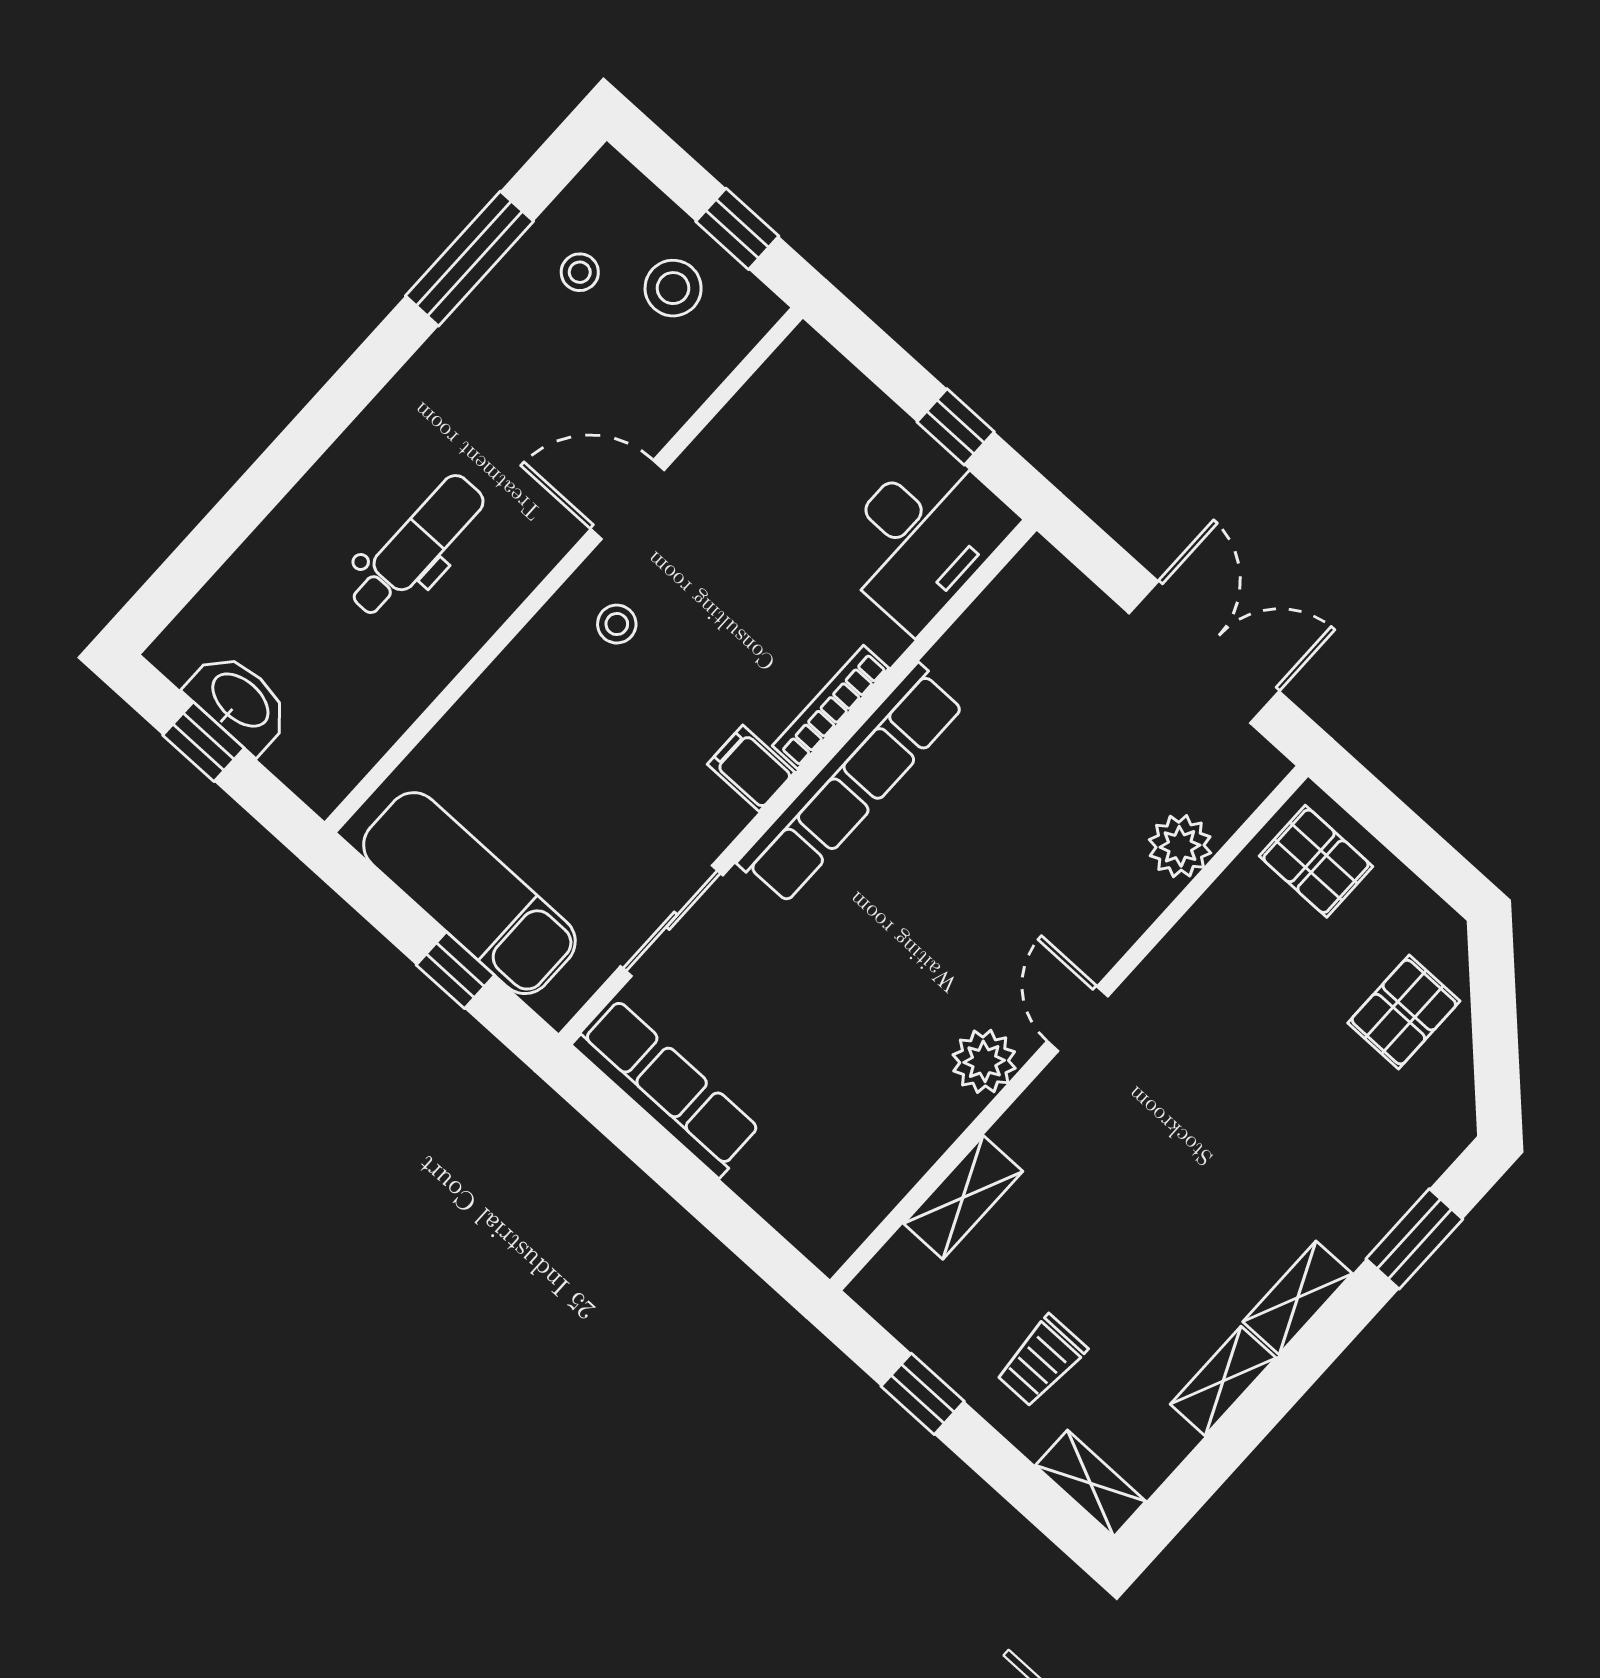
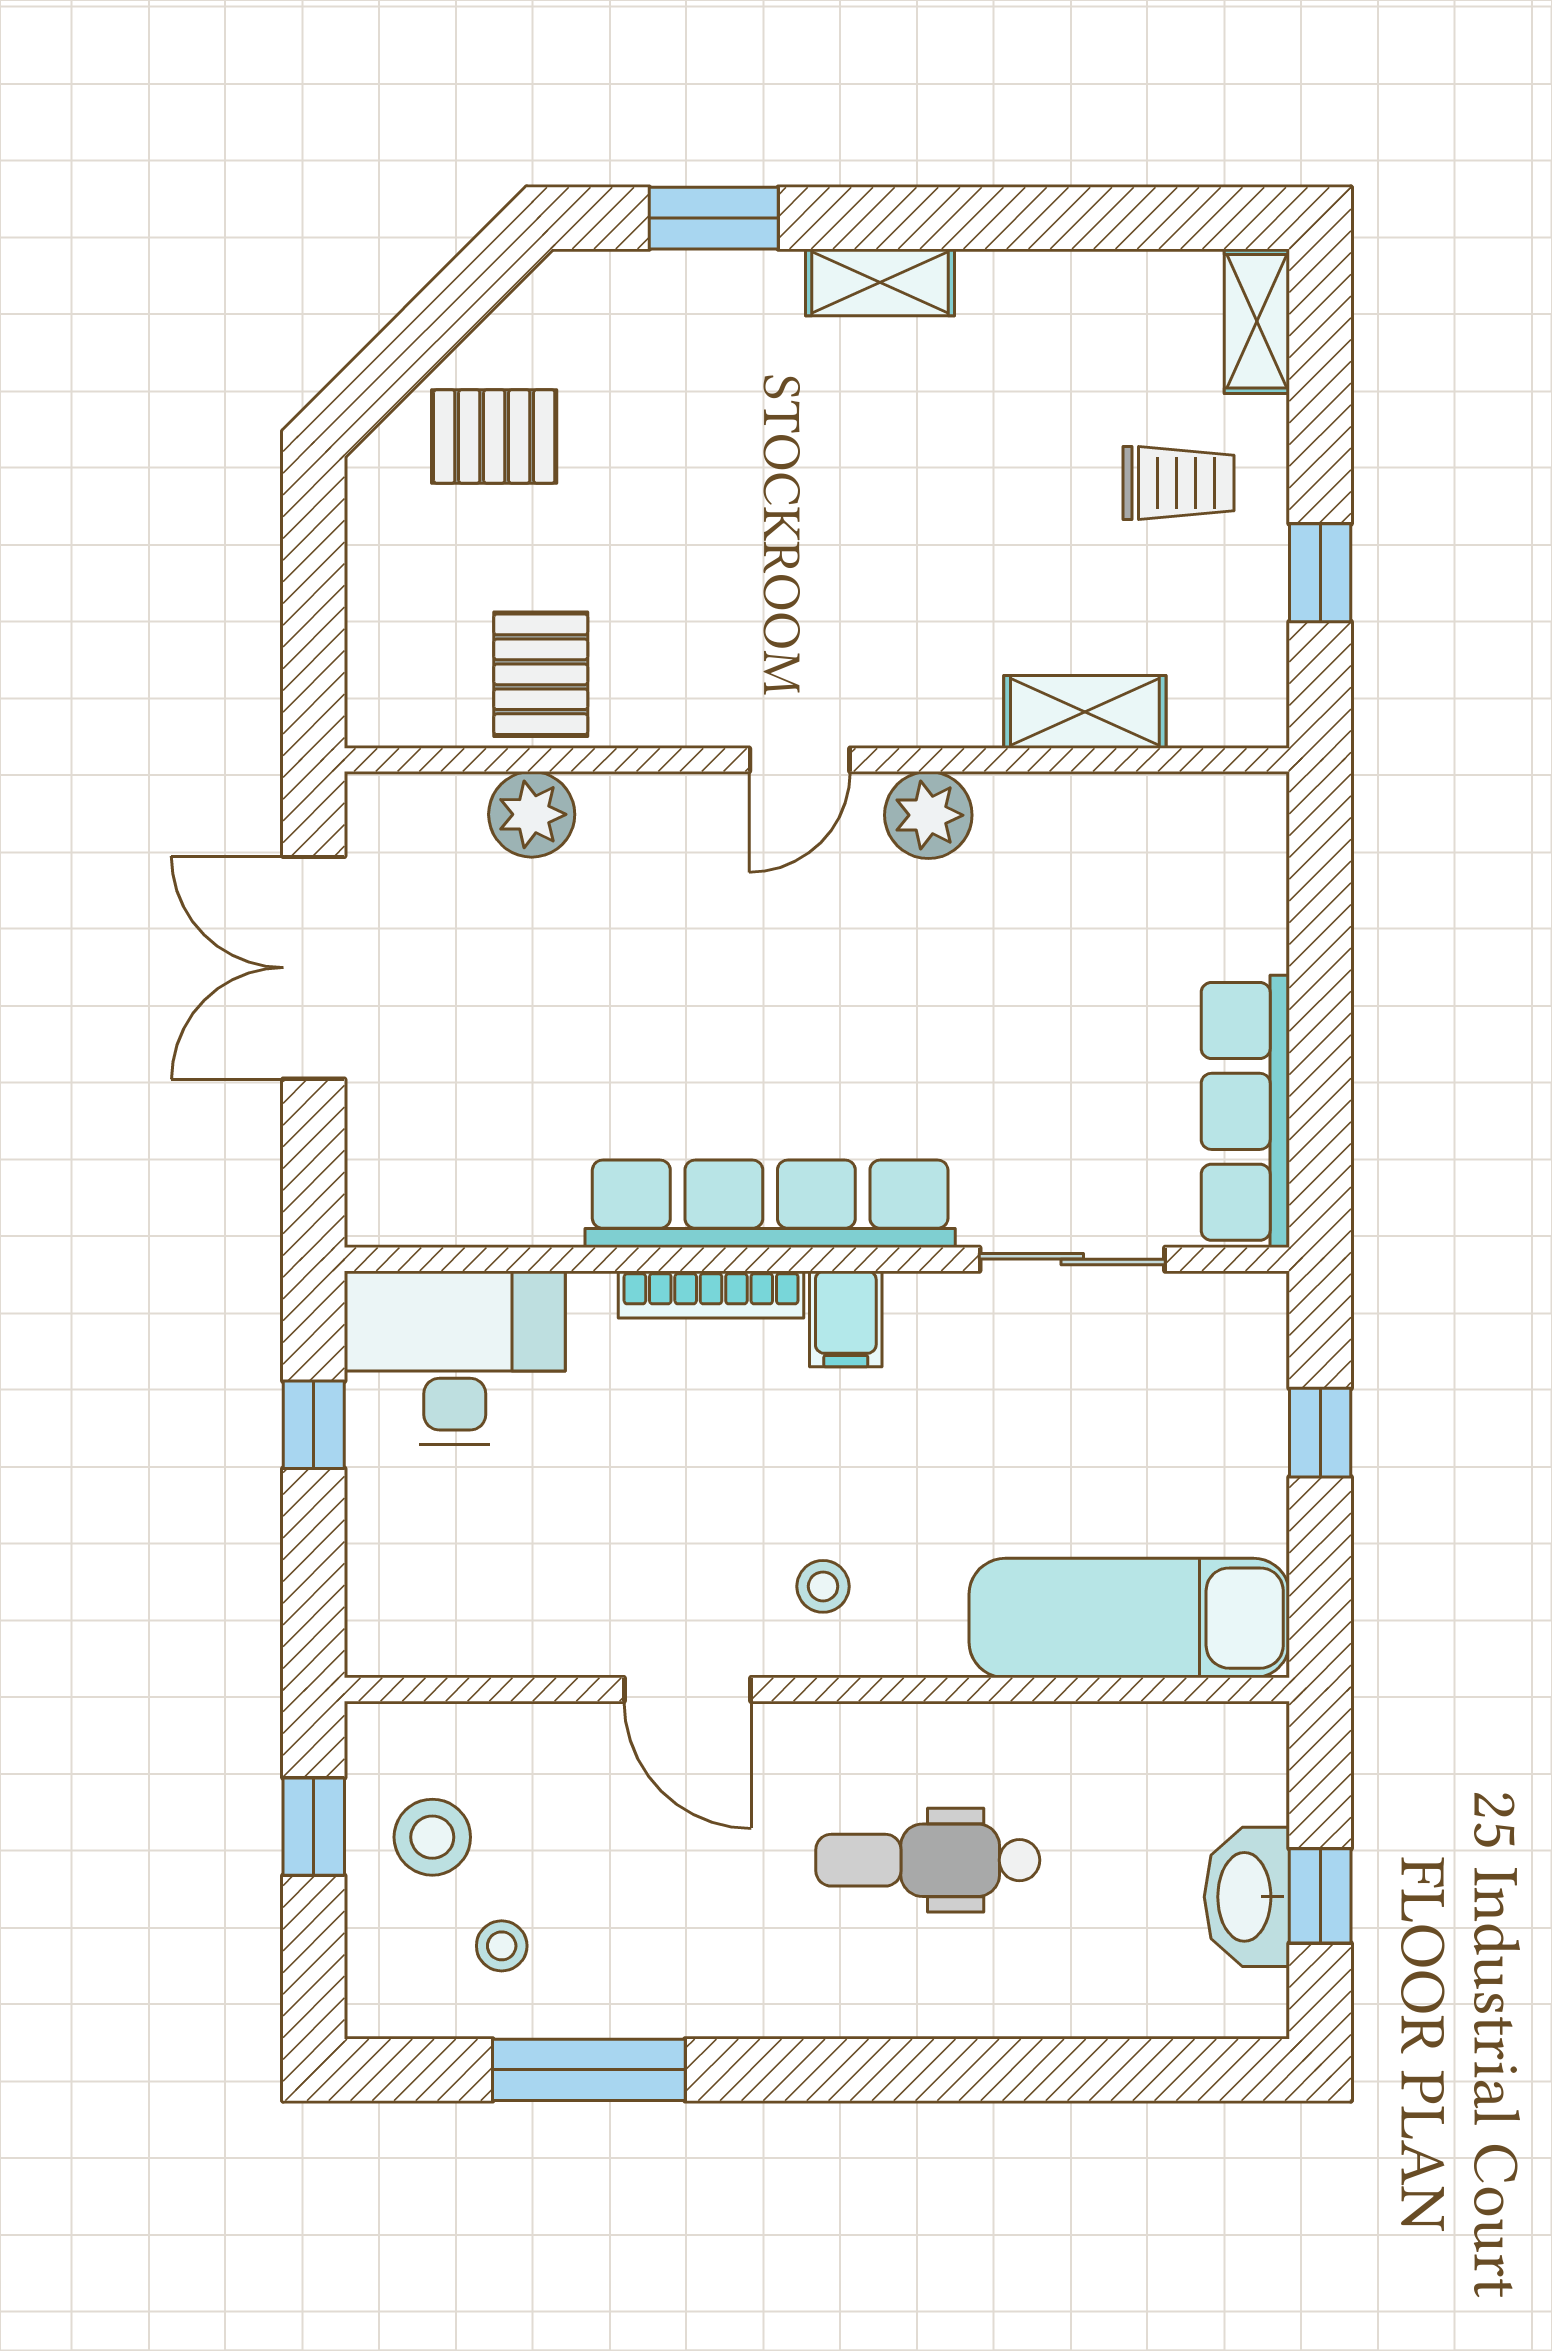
pallet: (1316, 861) -> (541, 674), moved
exam couch: (469, 893) -> (1129, 1618), moved, turned 90
shelving: (1223, 1381) -> (1032, 281), removed

